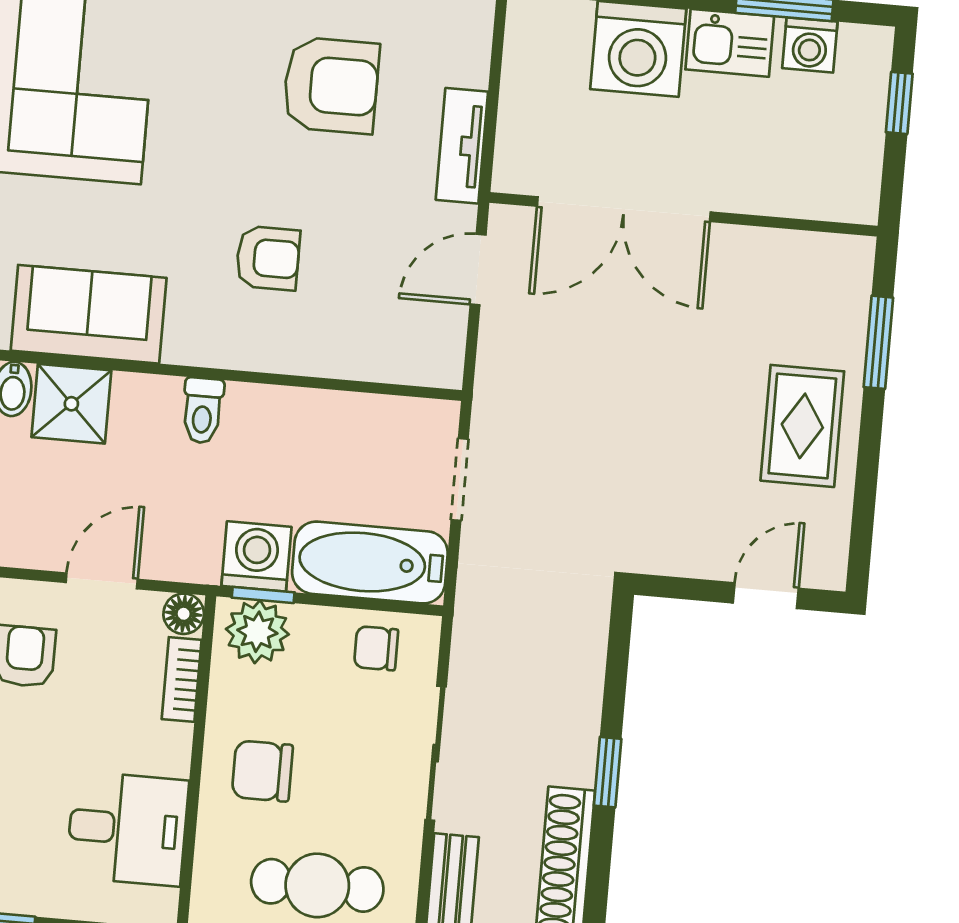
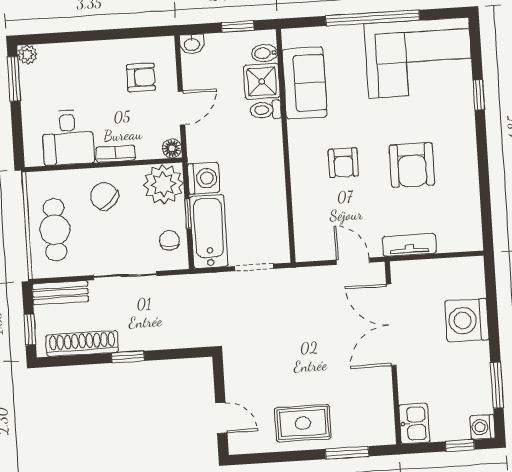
kitchen sink: (730, 43) -> (414, 424), moved, turned 180
washing machine: (810, 45) -> (482, 427), moved
armchair: (331, 85) -> (412, 165), moved
toilet: (203, 411) -> (266, 110), moved
door: (102, 581) -> (181, 108), hinge flipped
window: (263, 595) -> (188, 214), moved
plant: (257, 632) -> (163, 184), width x1.36, depth x1.36
bookcase: (182, 680) -> (116, 154), moved
chair: (262, 771) -> (104, 196), turned -45

